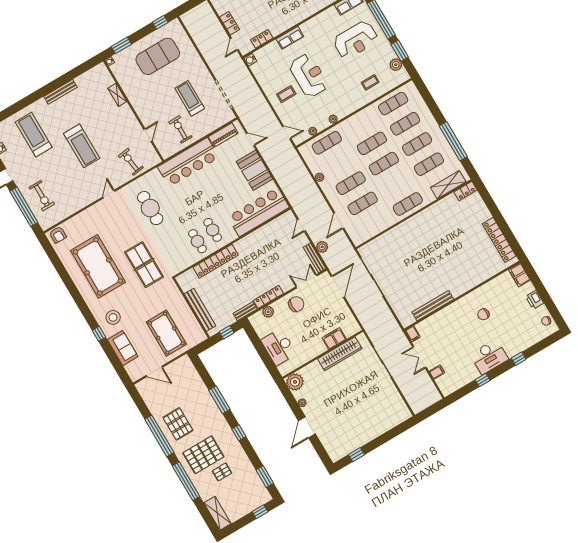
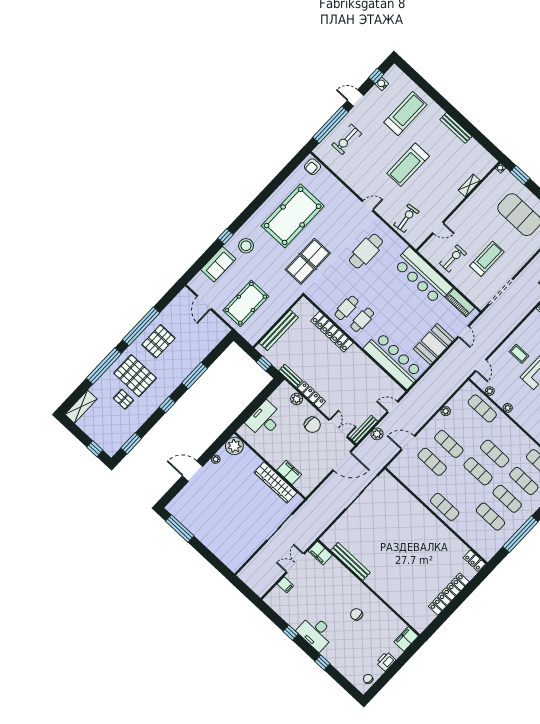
shelving: (448, 185) -> (476, 542), removed
locker: (499, 240) -> (449, 594), moved
filing cabinet: (413, 334) -> (320, 553), width x2.00
window: (357, 455) -> (180, 528), width x2.17

